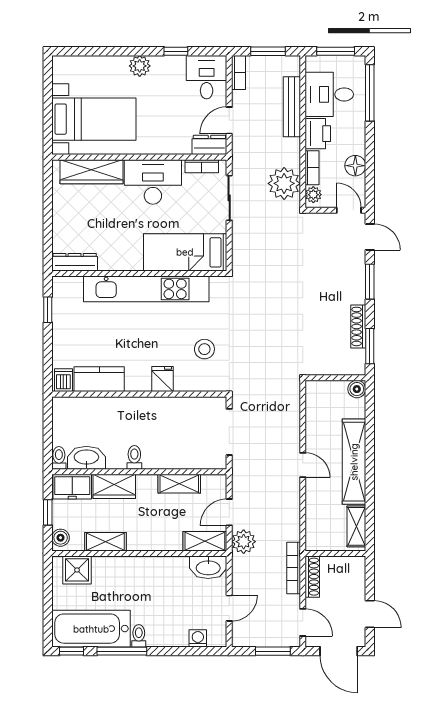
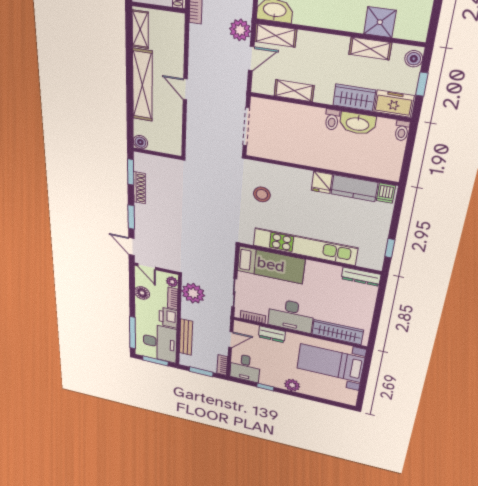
desk: (329, 94) -> (160, 343), width x1.37
dresser: (209, 145) -> (272, 334), moved
fridge: (163, 379) -> (322, 182), moved
washbasin: (86, 458) -> (358, 123), moved
shower: (77, 570) -> (380, 22), moved

